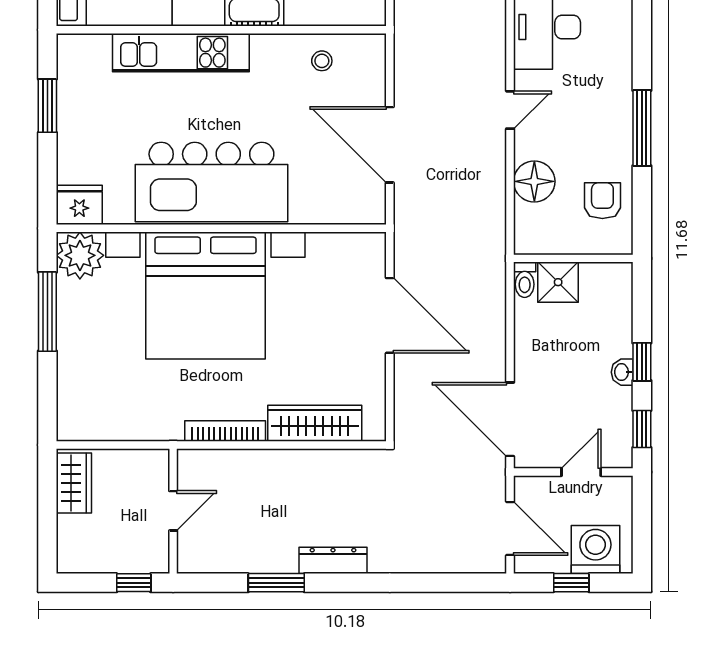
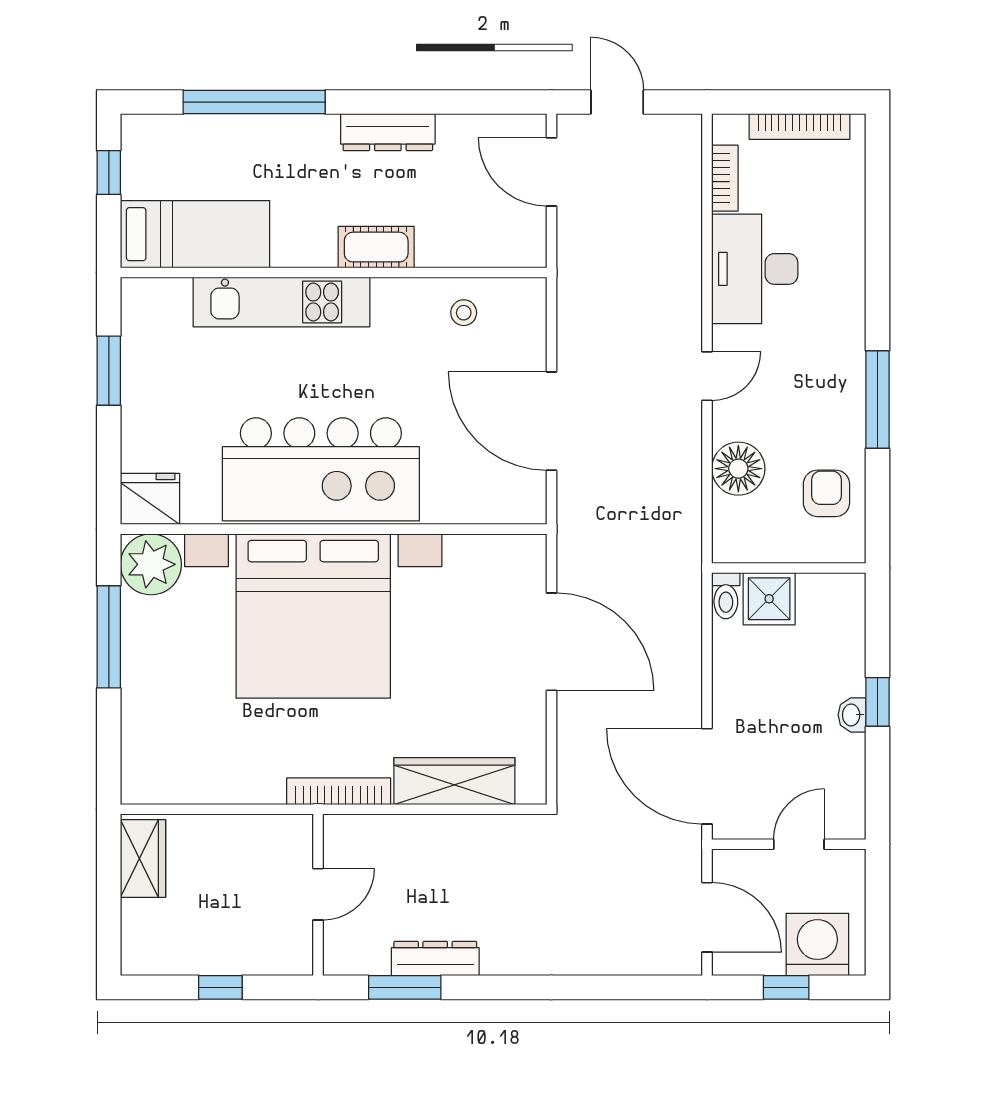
window: (642, 429) -> (877, 789), removed
door: (173, 511) -> (318, 894), moved
wall: (173, 511) -> (318, 895), moved
dresser: (333, 560) -> (435, 959), moved

